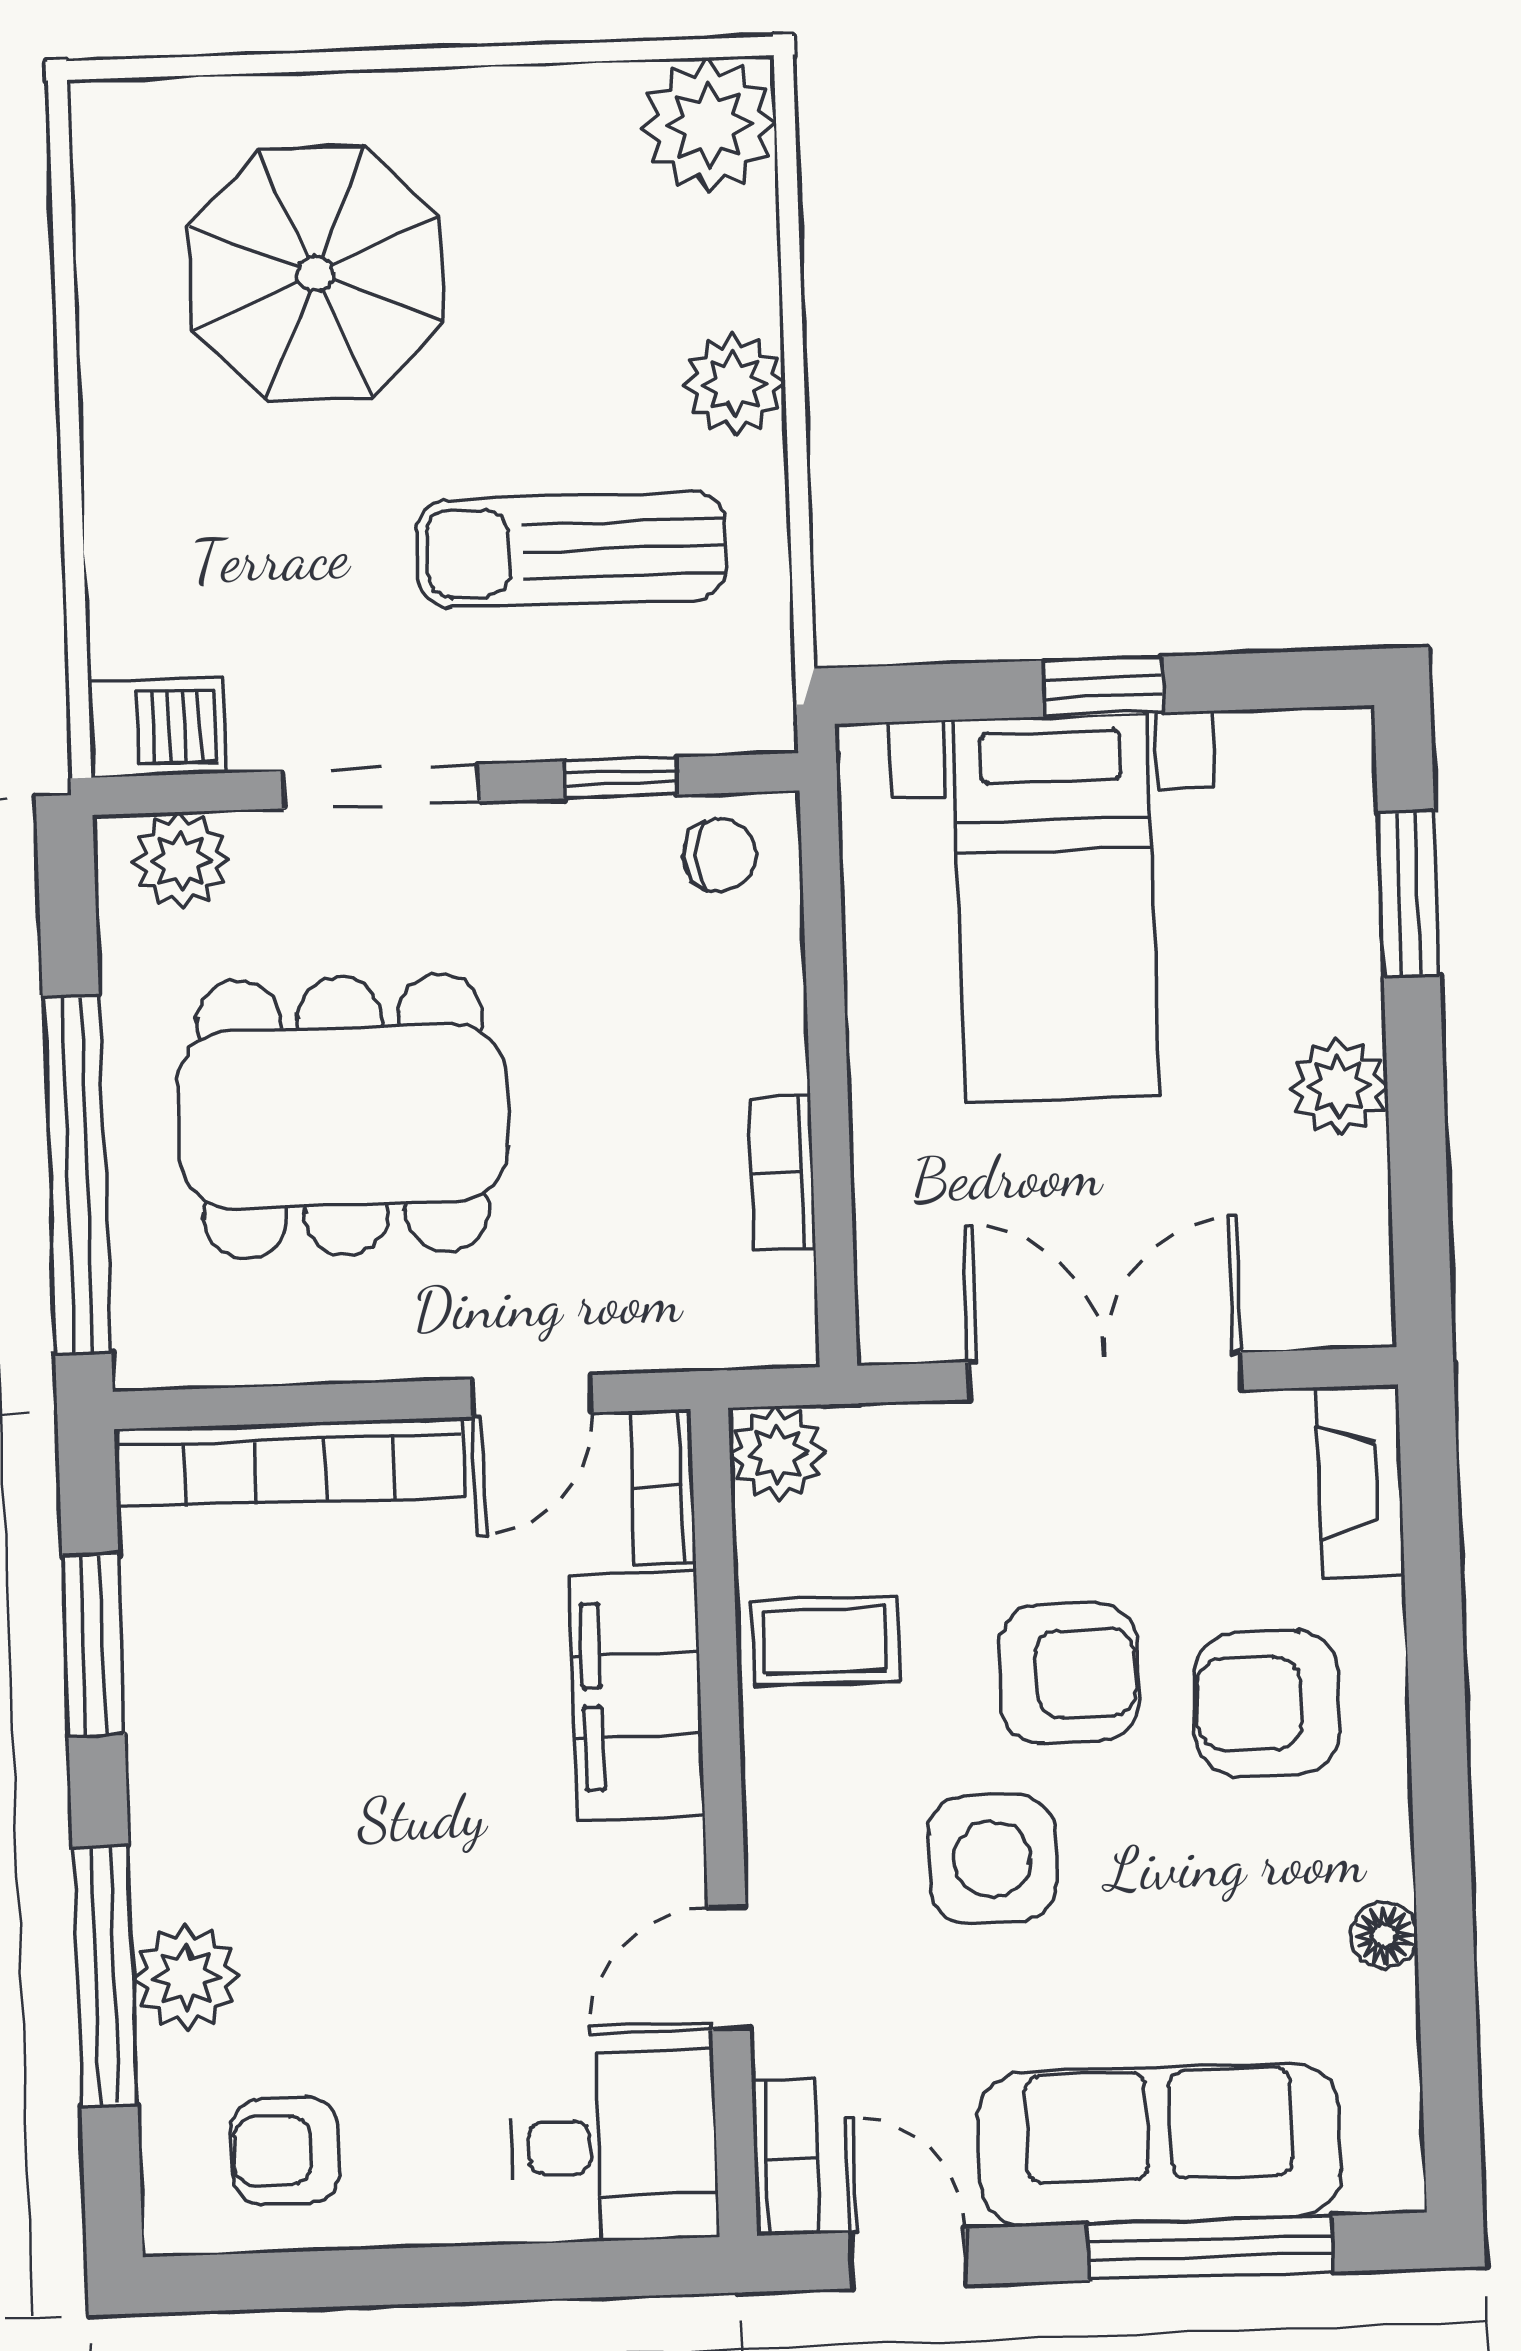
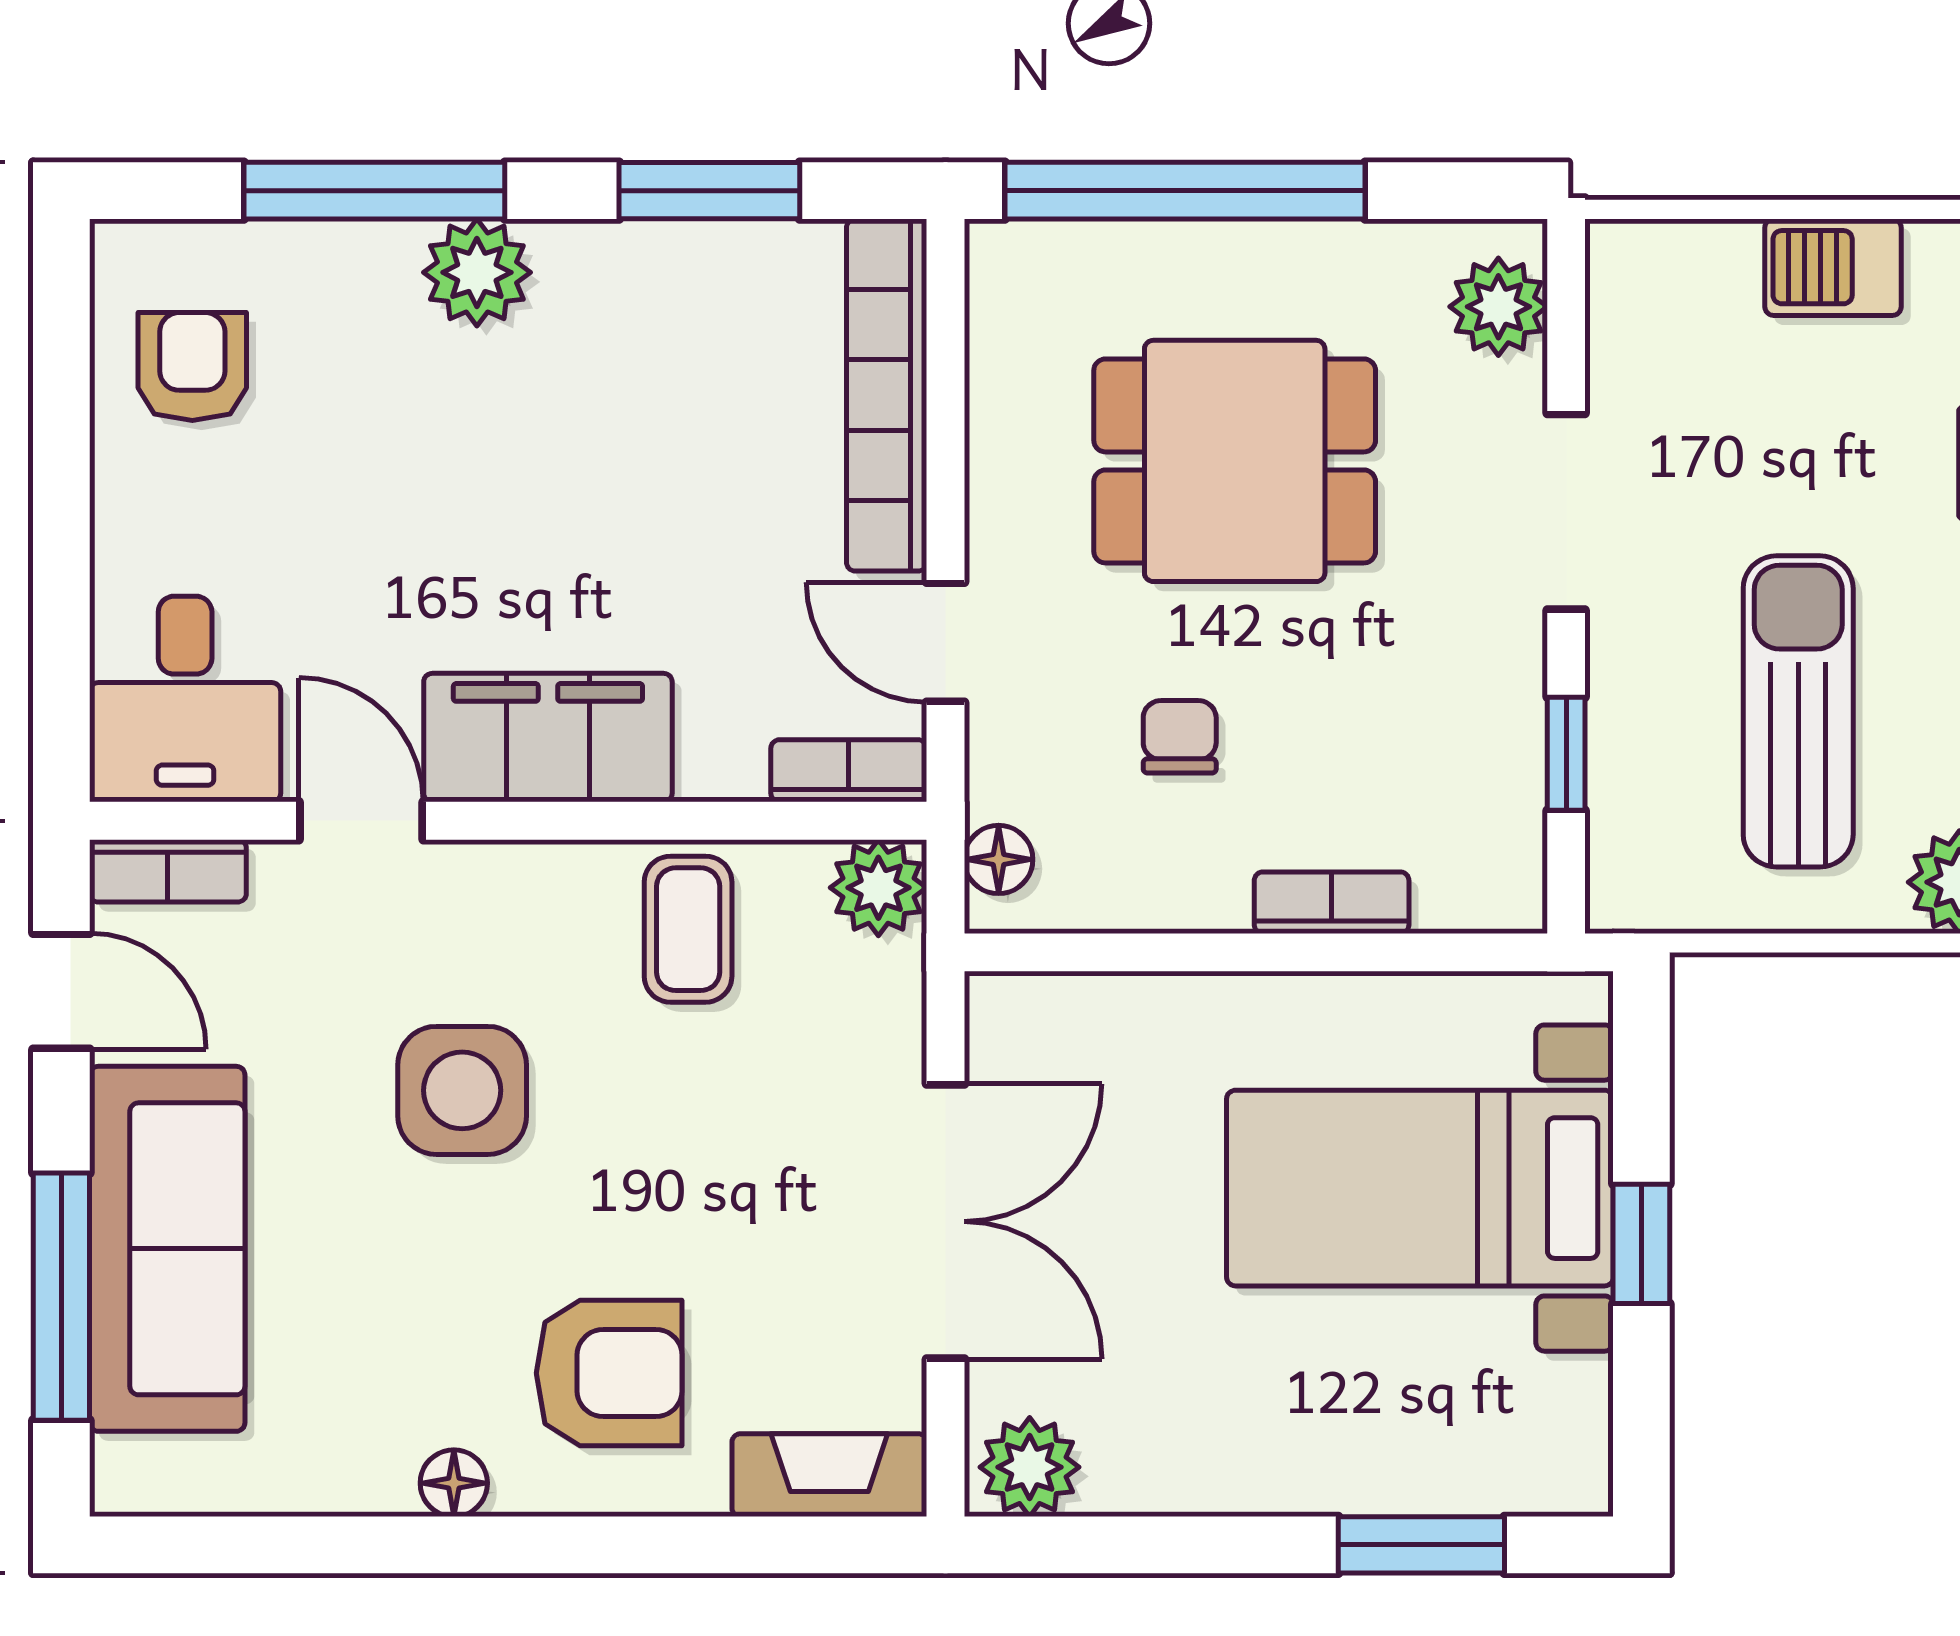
barbecue: (157, 728) -> (1833, 267), moved, turned 90
chair: (720, 855) -> (1180, 737), moved, turned 180
plant: (1338, 1086) -> (1030, 1467), moved
dining table: (343, 1116) -> (1235, 461), width x0.73
bookcase: (782, 1173) -> (1332, 903), moved
floor lamp: (745, 1336) -> (999, 859), added
armchair: (1069, 1673) -> (646, 1174), removed
filing cabinet: (637, 1696) -> (548, 738), moved
armchair: (1267, 1703) -> (609, 1373), turned 90
floor lamp: (1384, 1935) -> (454, 1483), moved
plant: (186, 1978) -> (477, 272), moved
door: (908, 2259) -> (61, 991), hinge flipped

